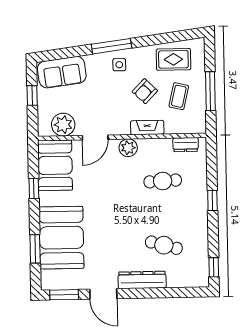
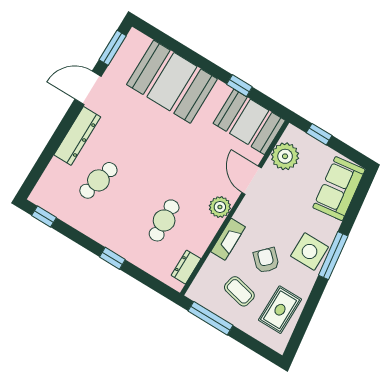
side table: (119, 65) -> (310, 251), width x1.87, depth x1.87
window: (210, 91) -> (210, 318), moved
window: (32, 96) -> (319, 134), moved
window: (35, 249) -> (178, 48), removed

